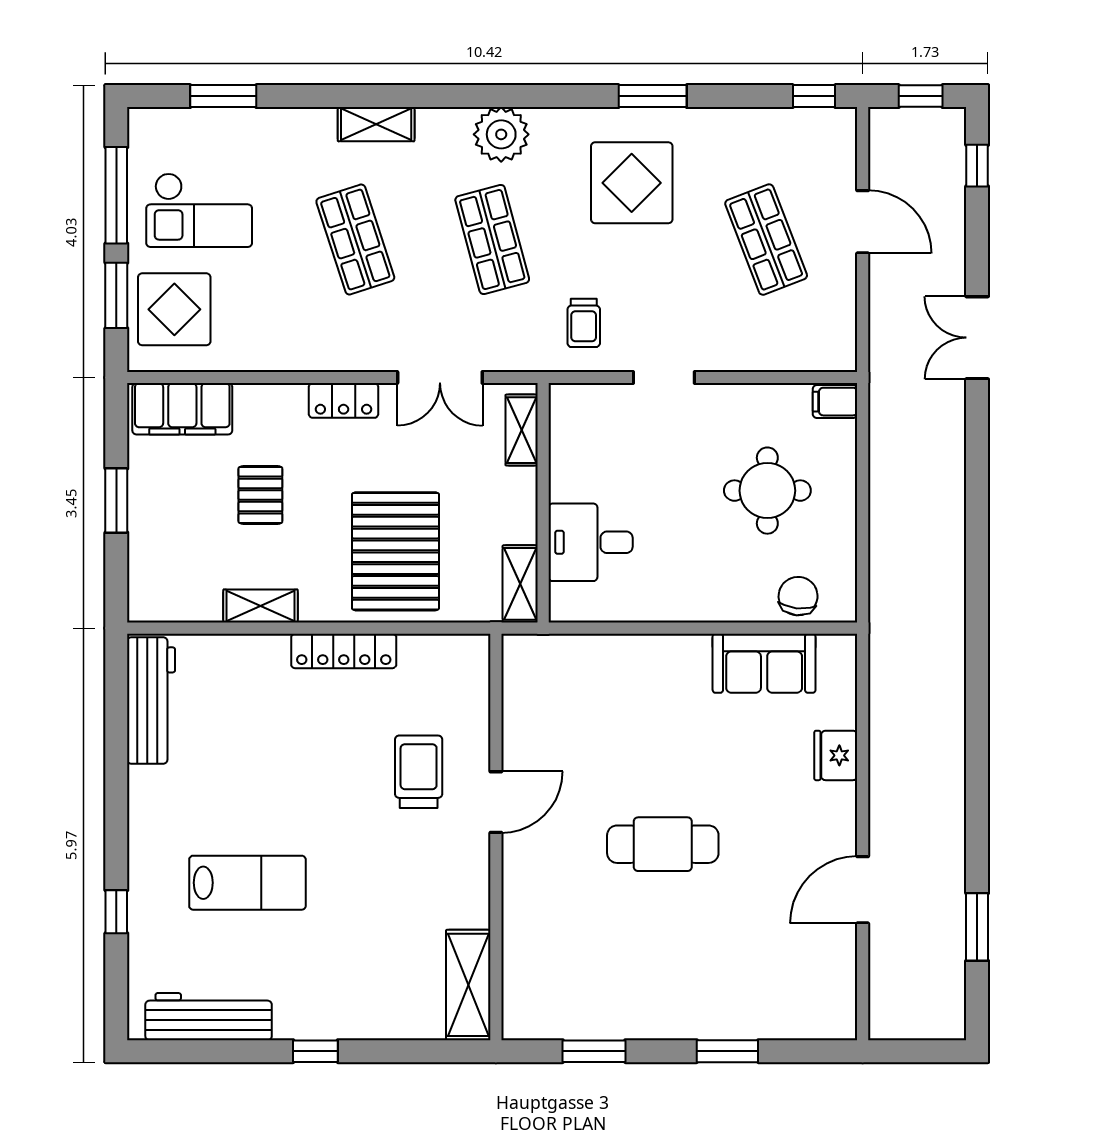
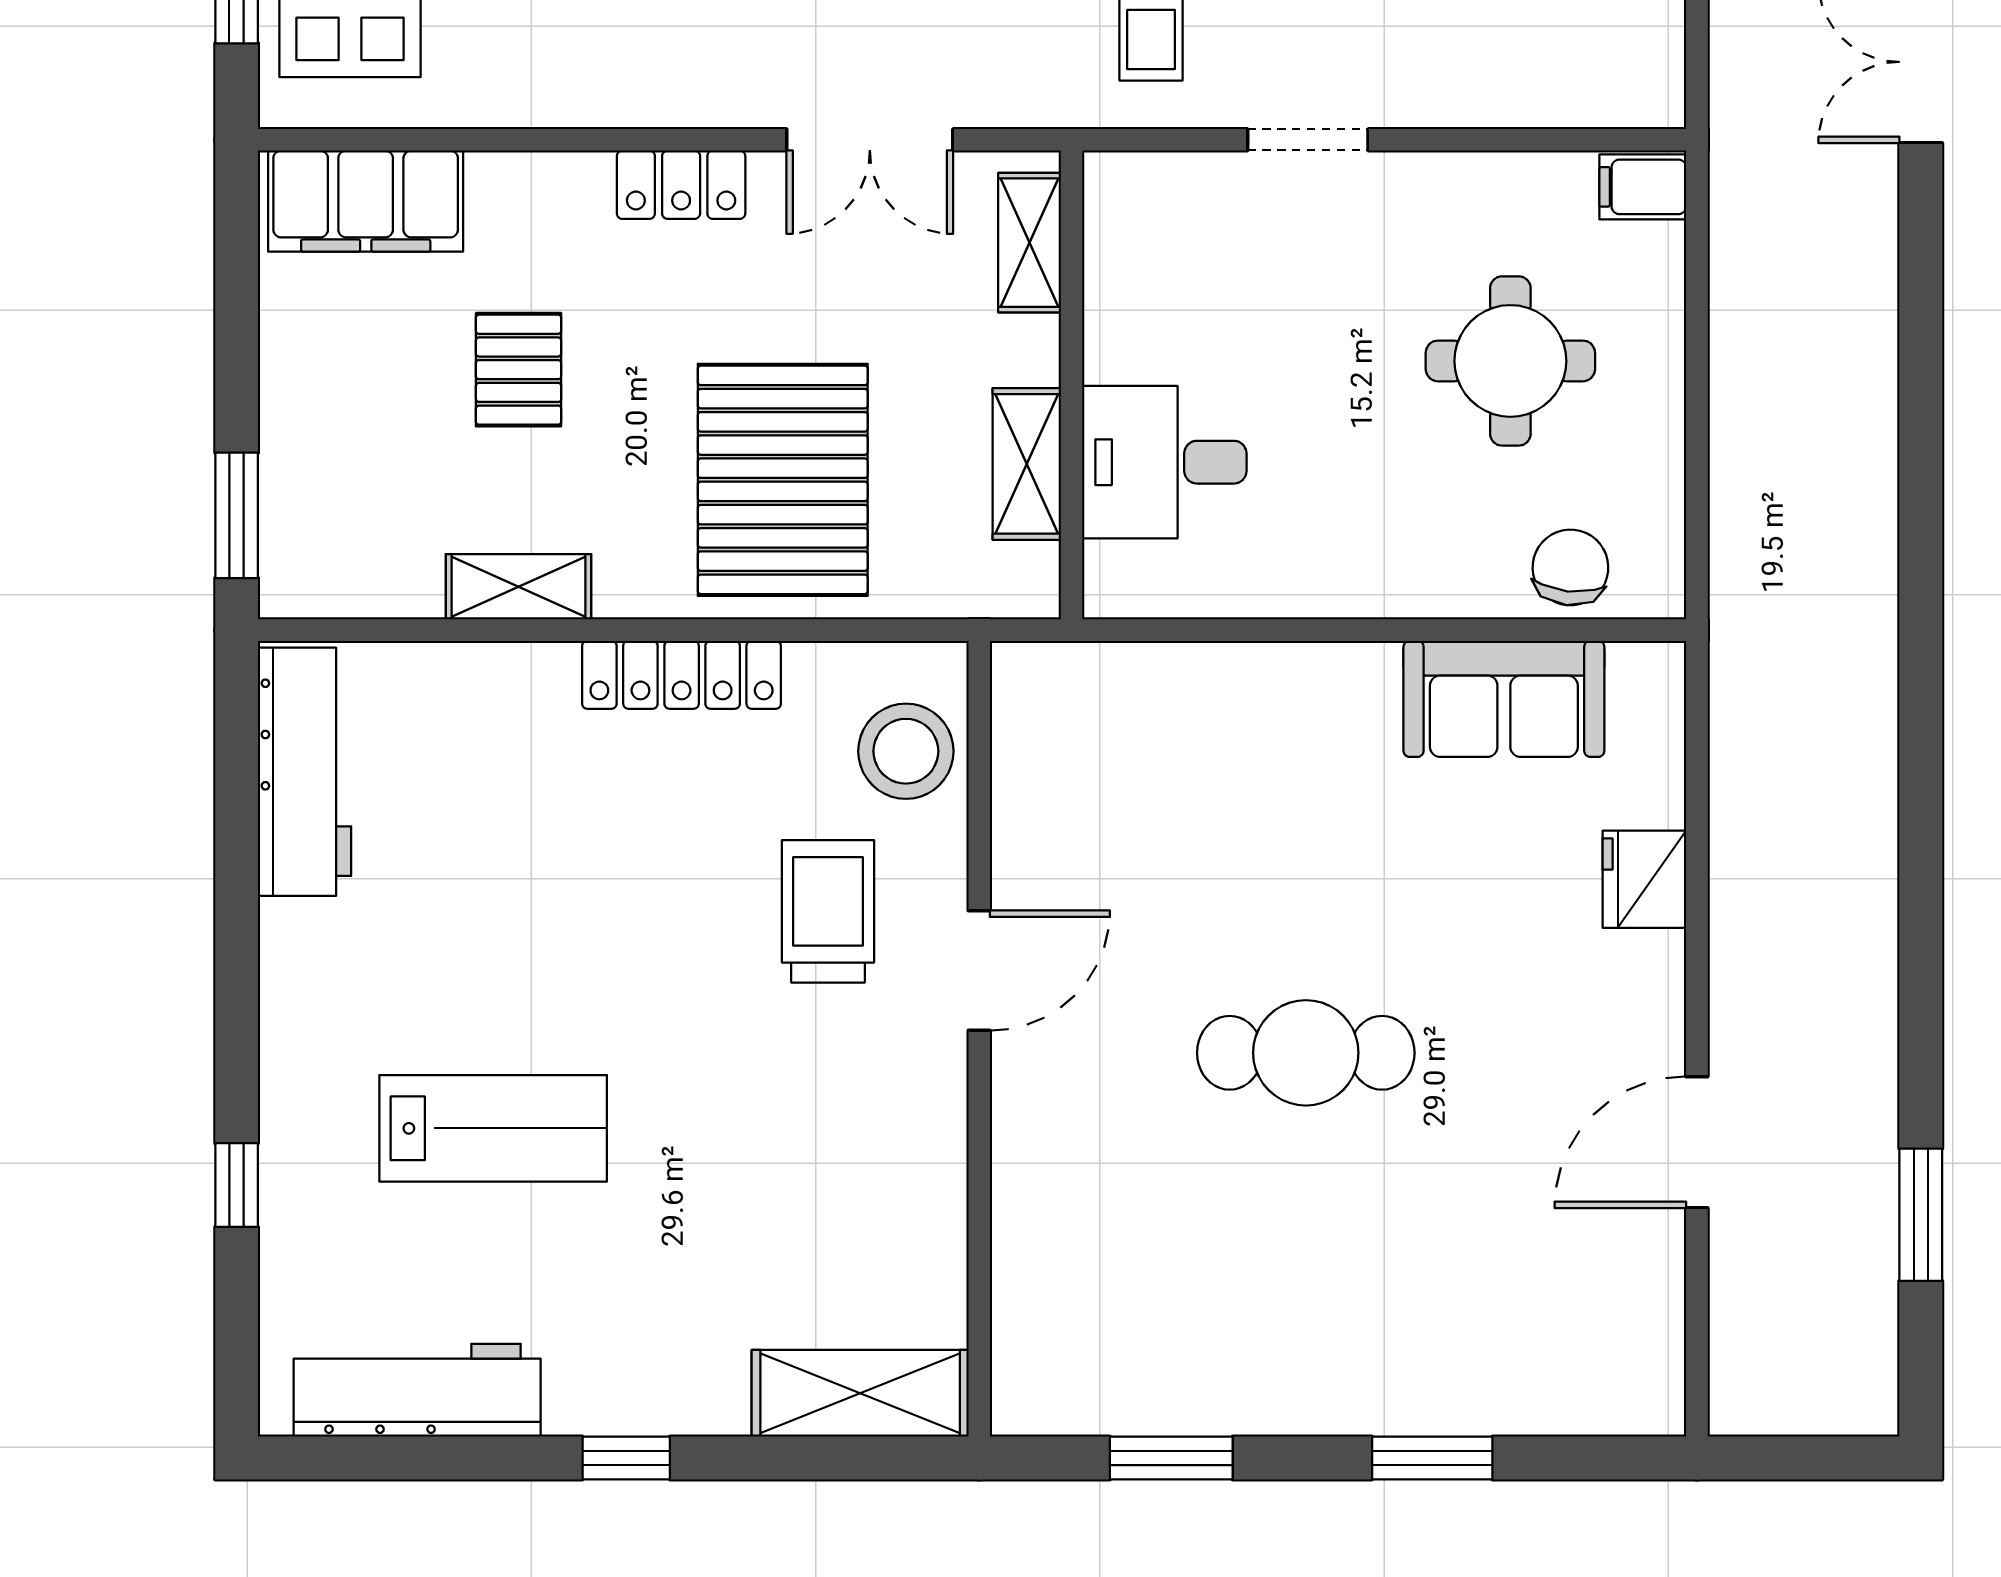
window: (116, 500) -> (237, 515), moved
shelving: (520, 584) -> (1027, 464), moved
stool: (458, 690) -> (906, 751), added
shelving: (468, 985) -> (860, 1393), moved, turned 90

